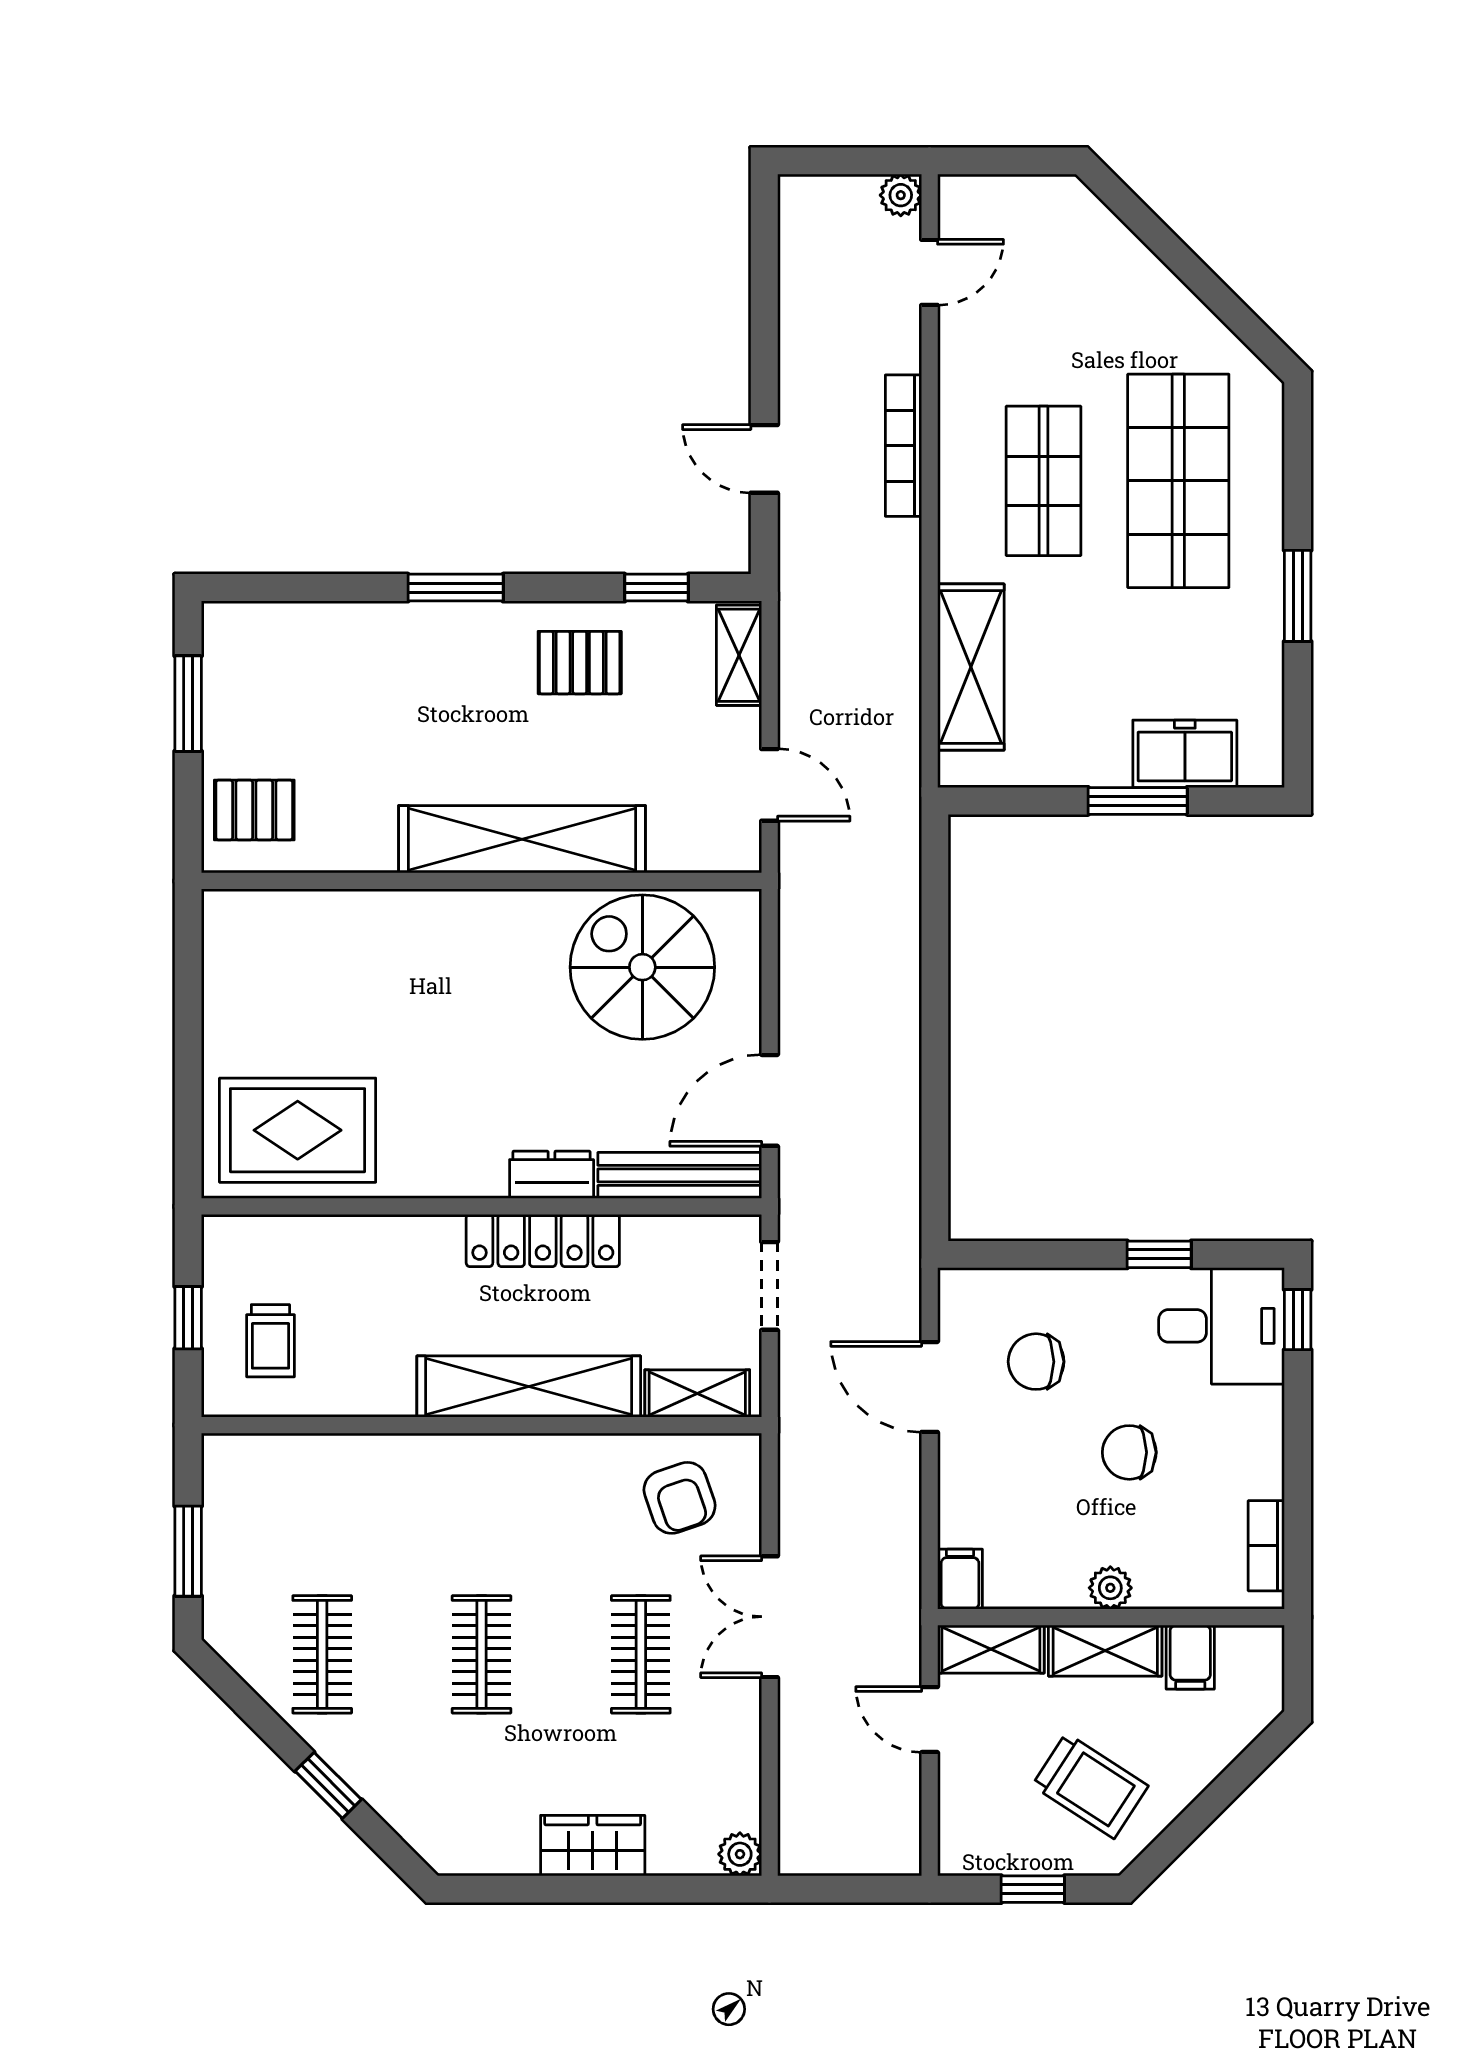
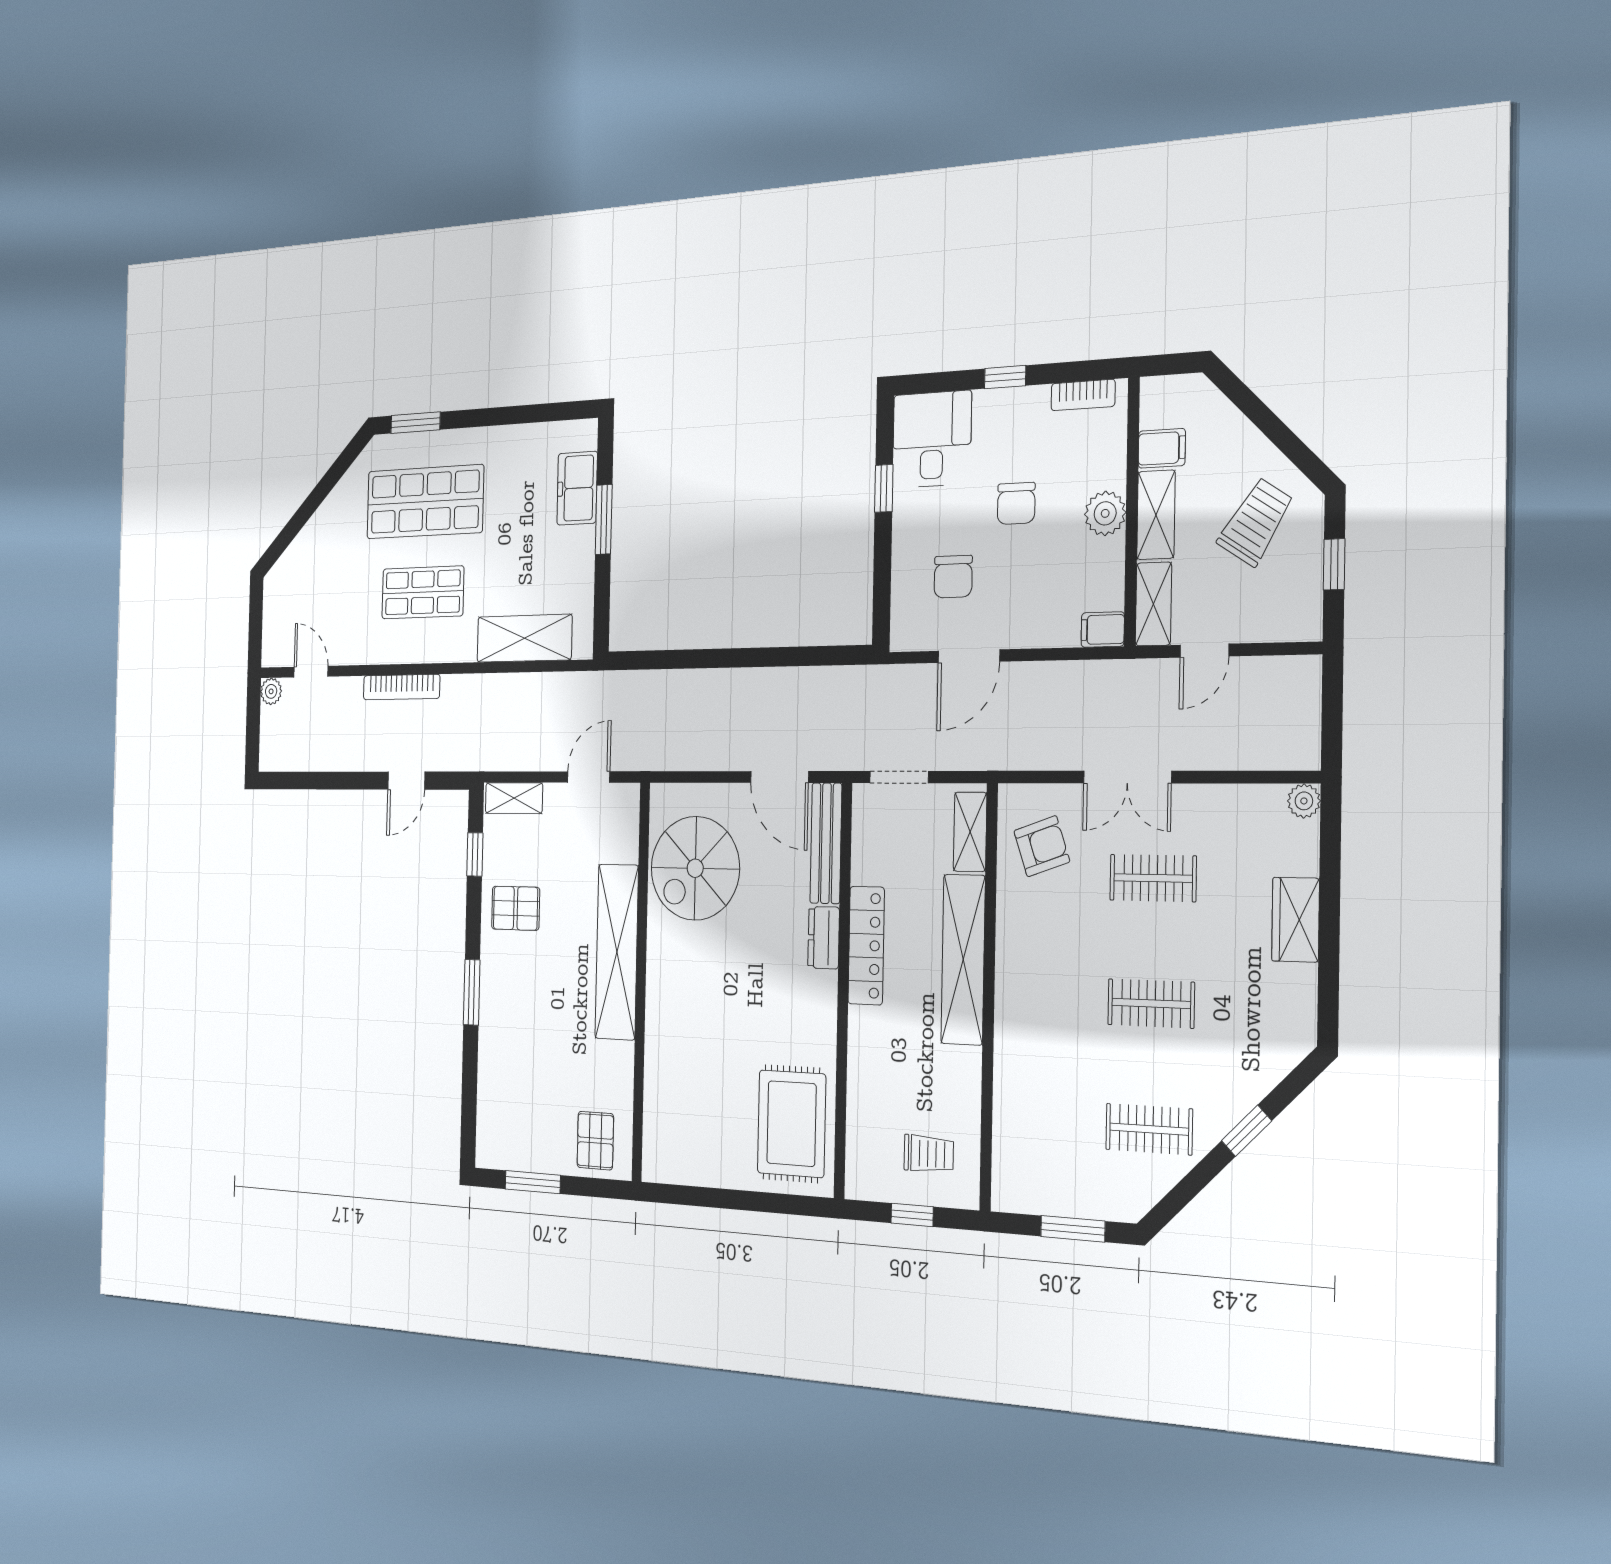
window: (1298, 596) -> (415, 423), moved
pallet: (580, 663) -> (516, 908), turned 90
window: (1298, 1320) -> (1005, 377), moved
plant: (1110, 1588) -> (1105, 513), width x1.38, depth x1.38

